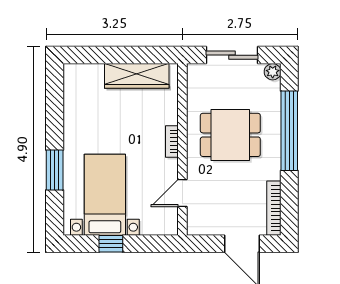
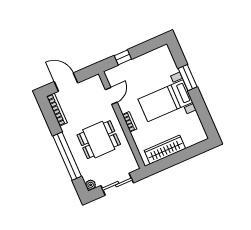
bed with nightstands: (105, 195) -> (165, 101), moved, turned 90
window: (111, 244) -> (123, 57), moved

